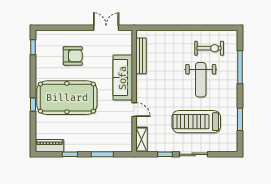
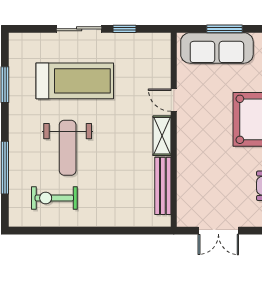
sofa: (123, 78) -> (217, 48), moved, turned 90
weight bench: (201, 80) -> (68, 148), turned 180
shelving: (142, 140) -> (162, 136), moved

